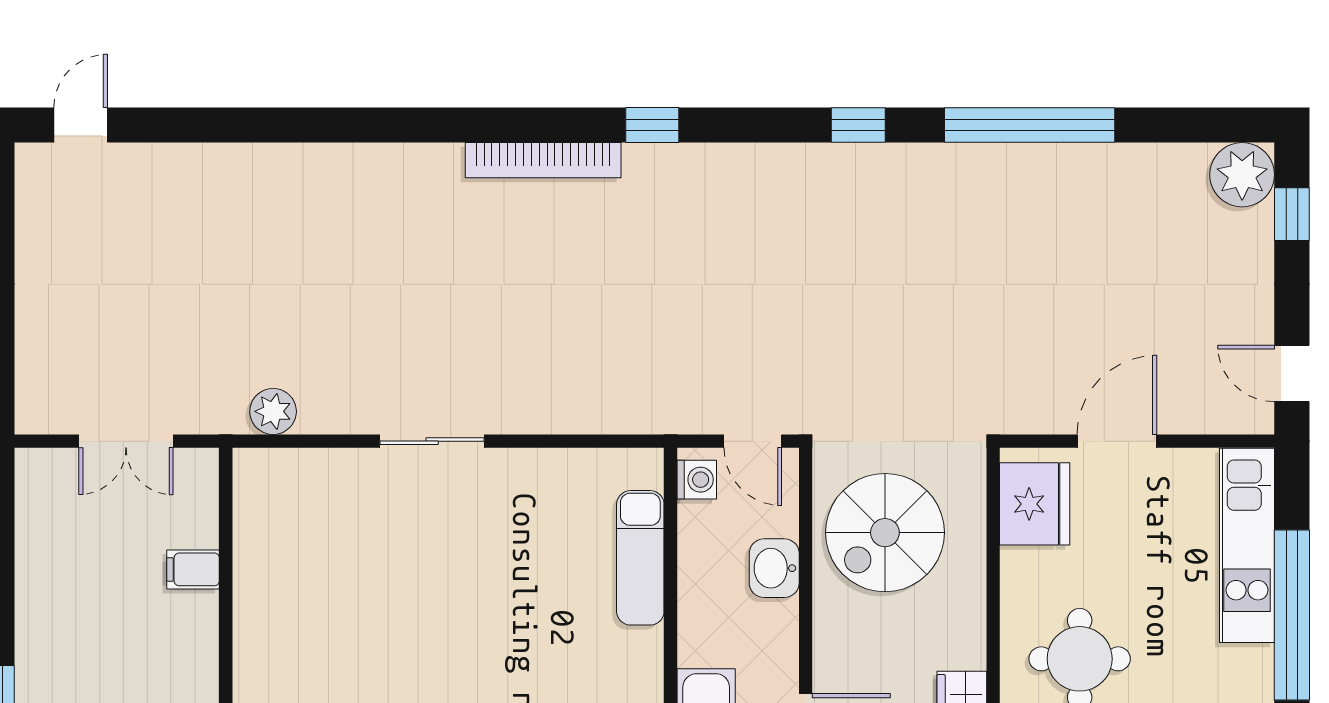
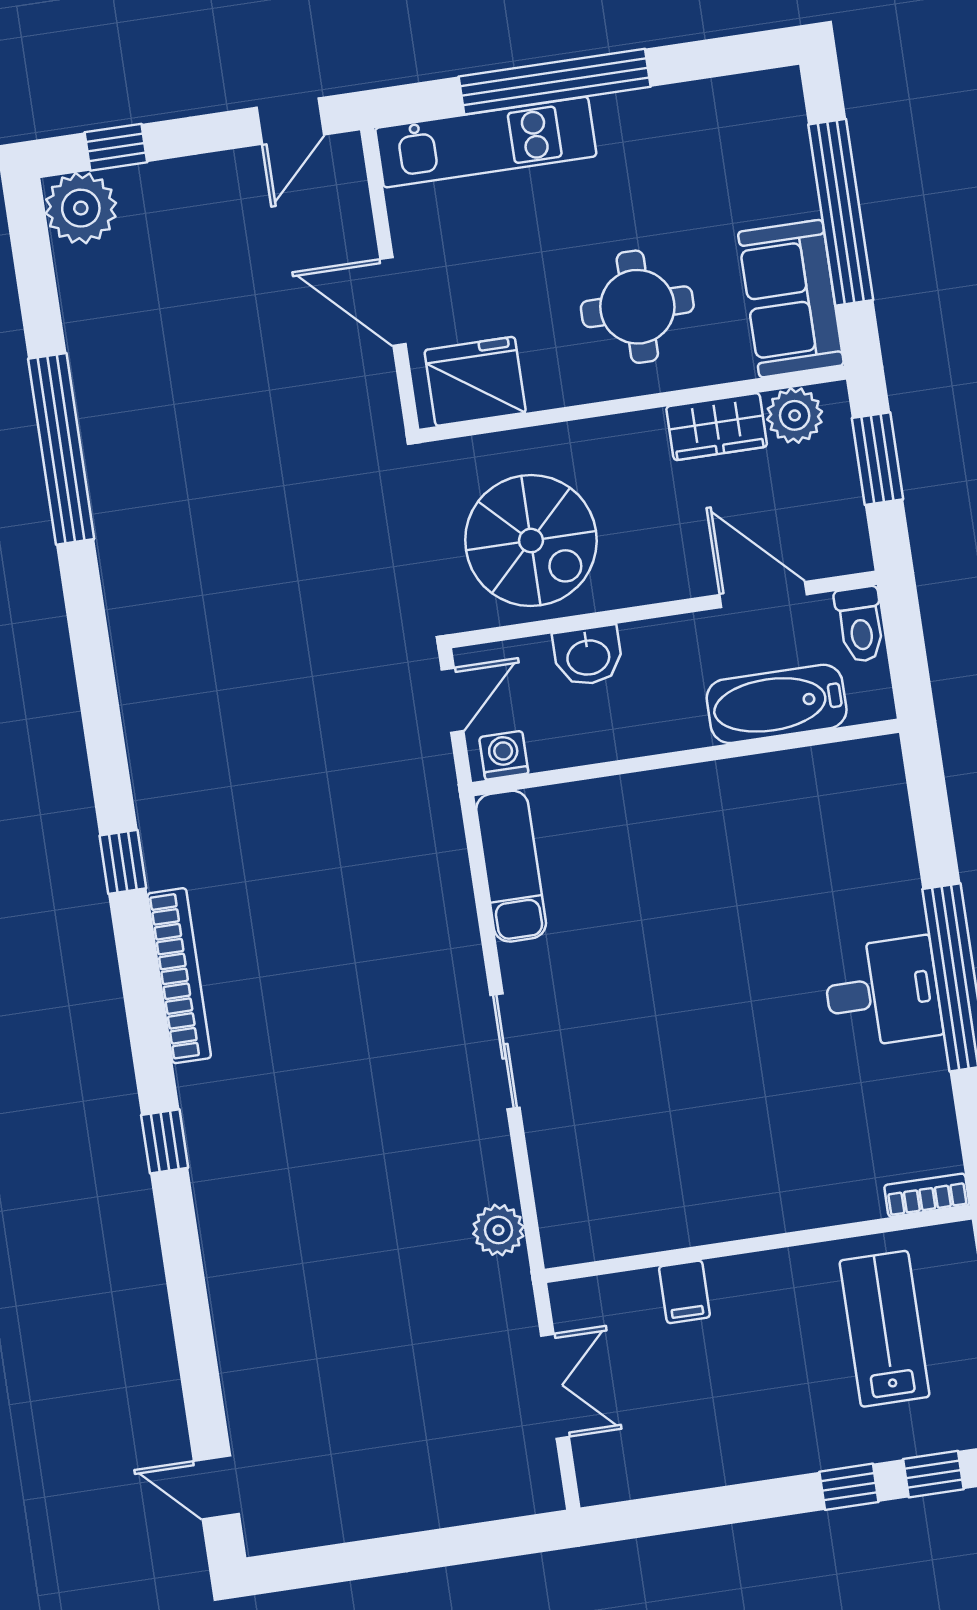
window: (858, 125) -> (165, 1141), moved
exam couch: (640, 558) -> (511, 866), moved, turned -90

